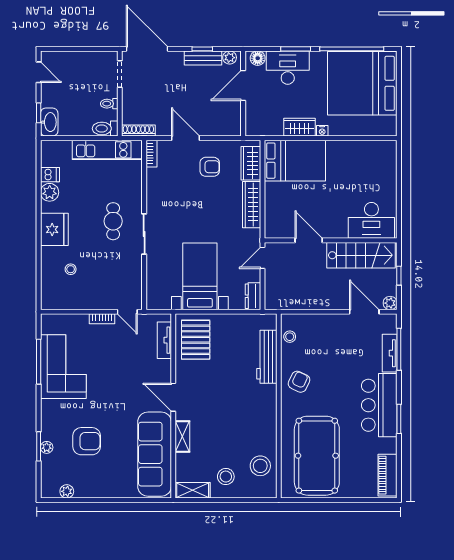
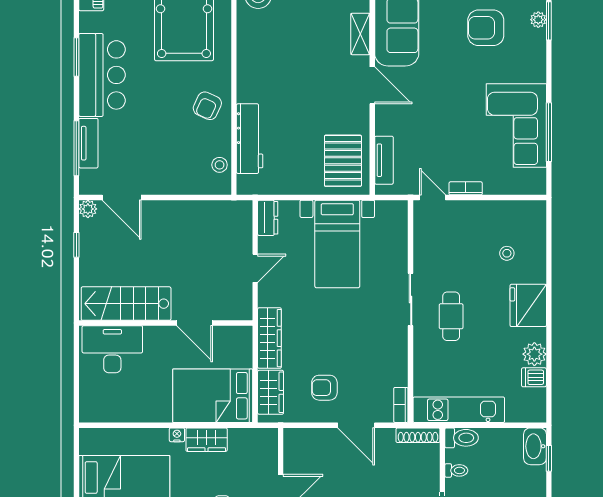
desk: (371, 220) -> (112, 349), moved
door: (309, 240) -> (195, 323), moved
wall: (331, 240) -> (166, 323), moved
stairs: (361, 255) -> (126, 304), moved

